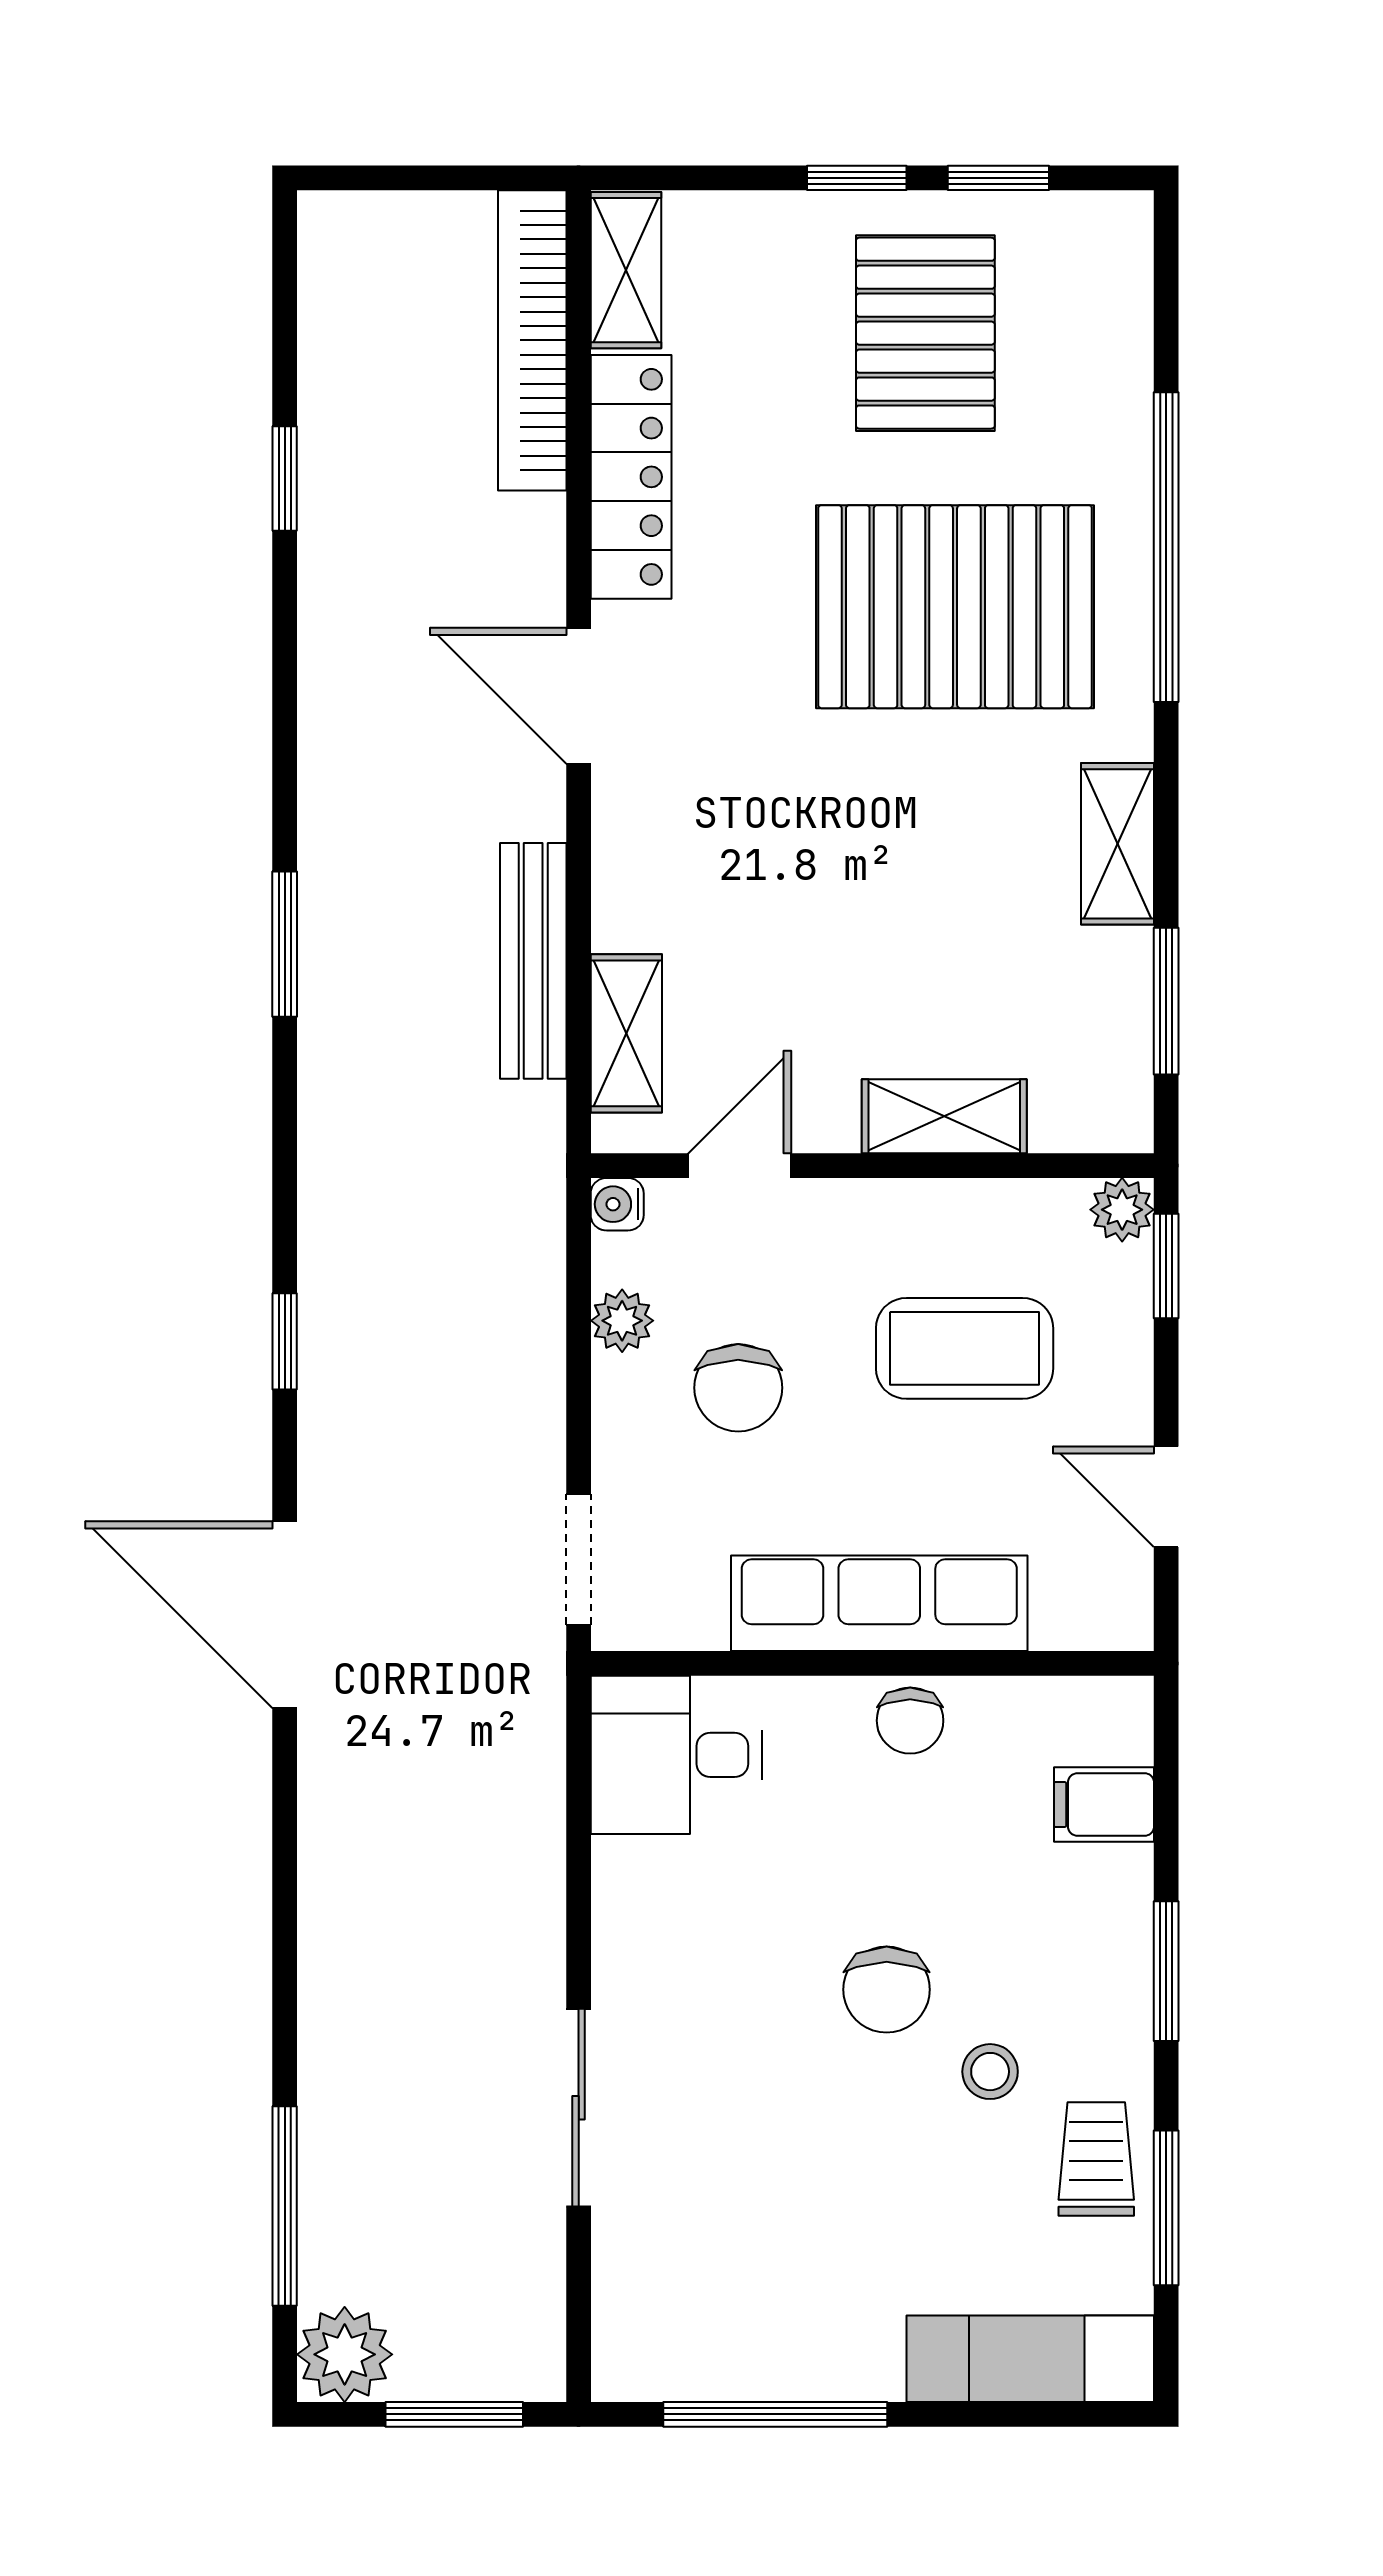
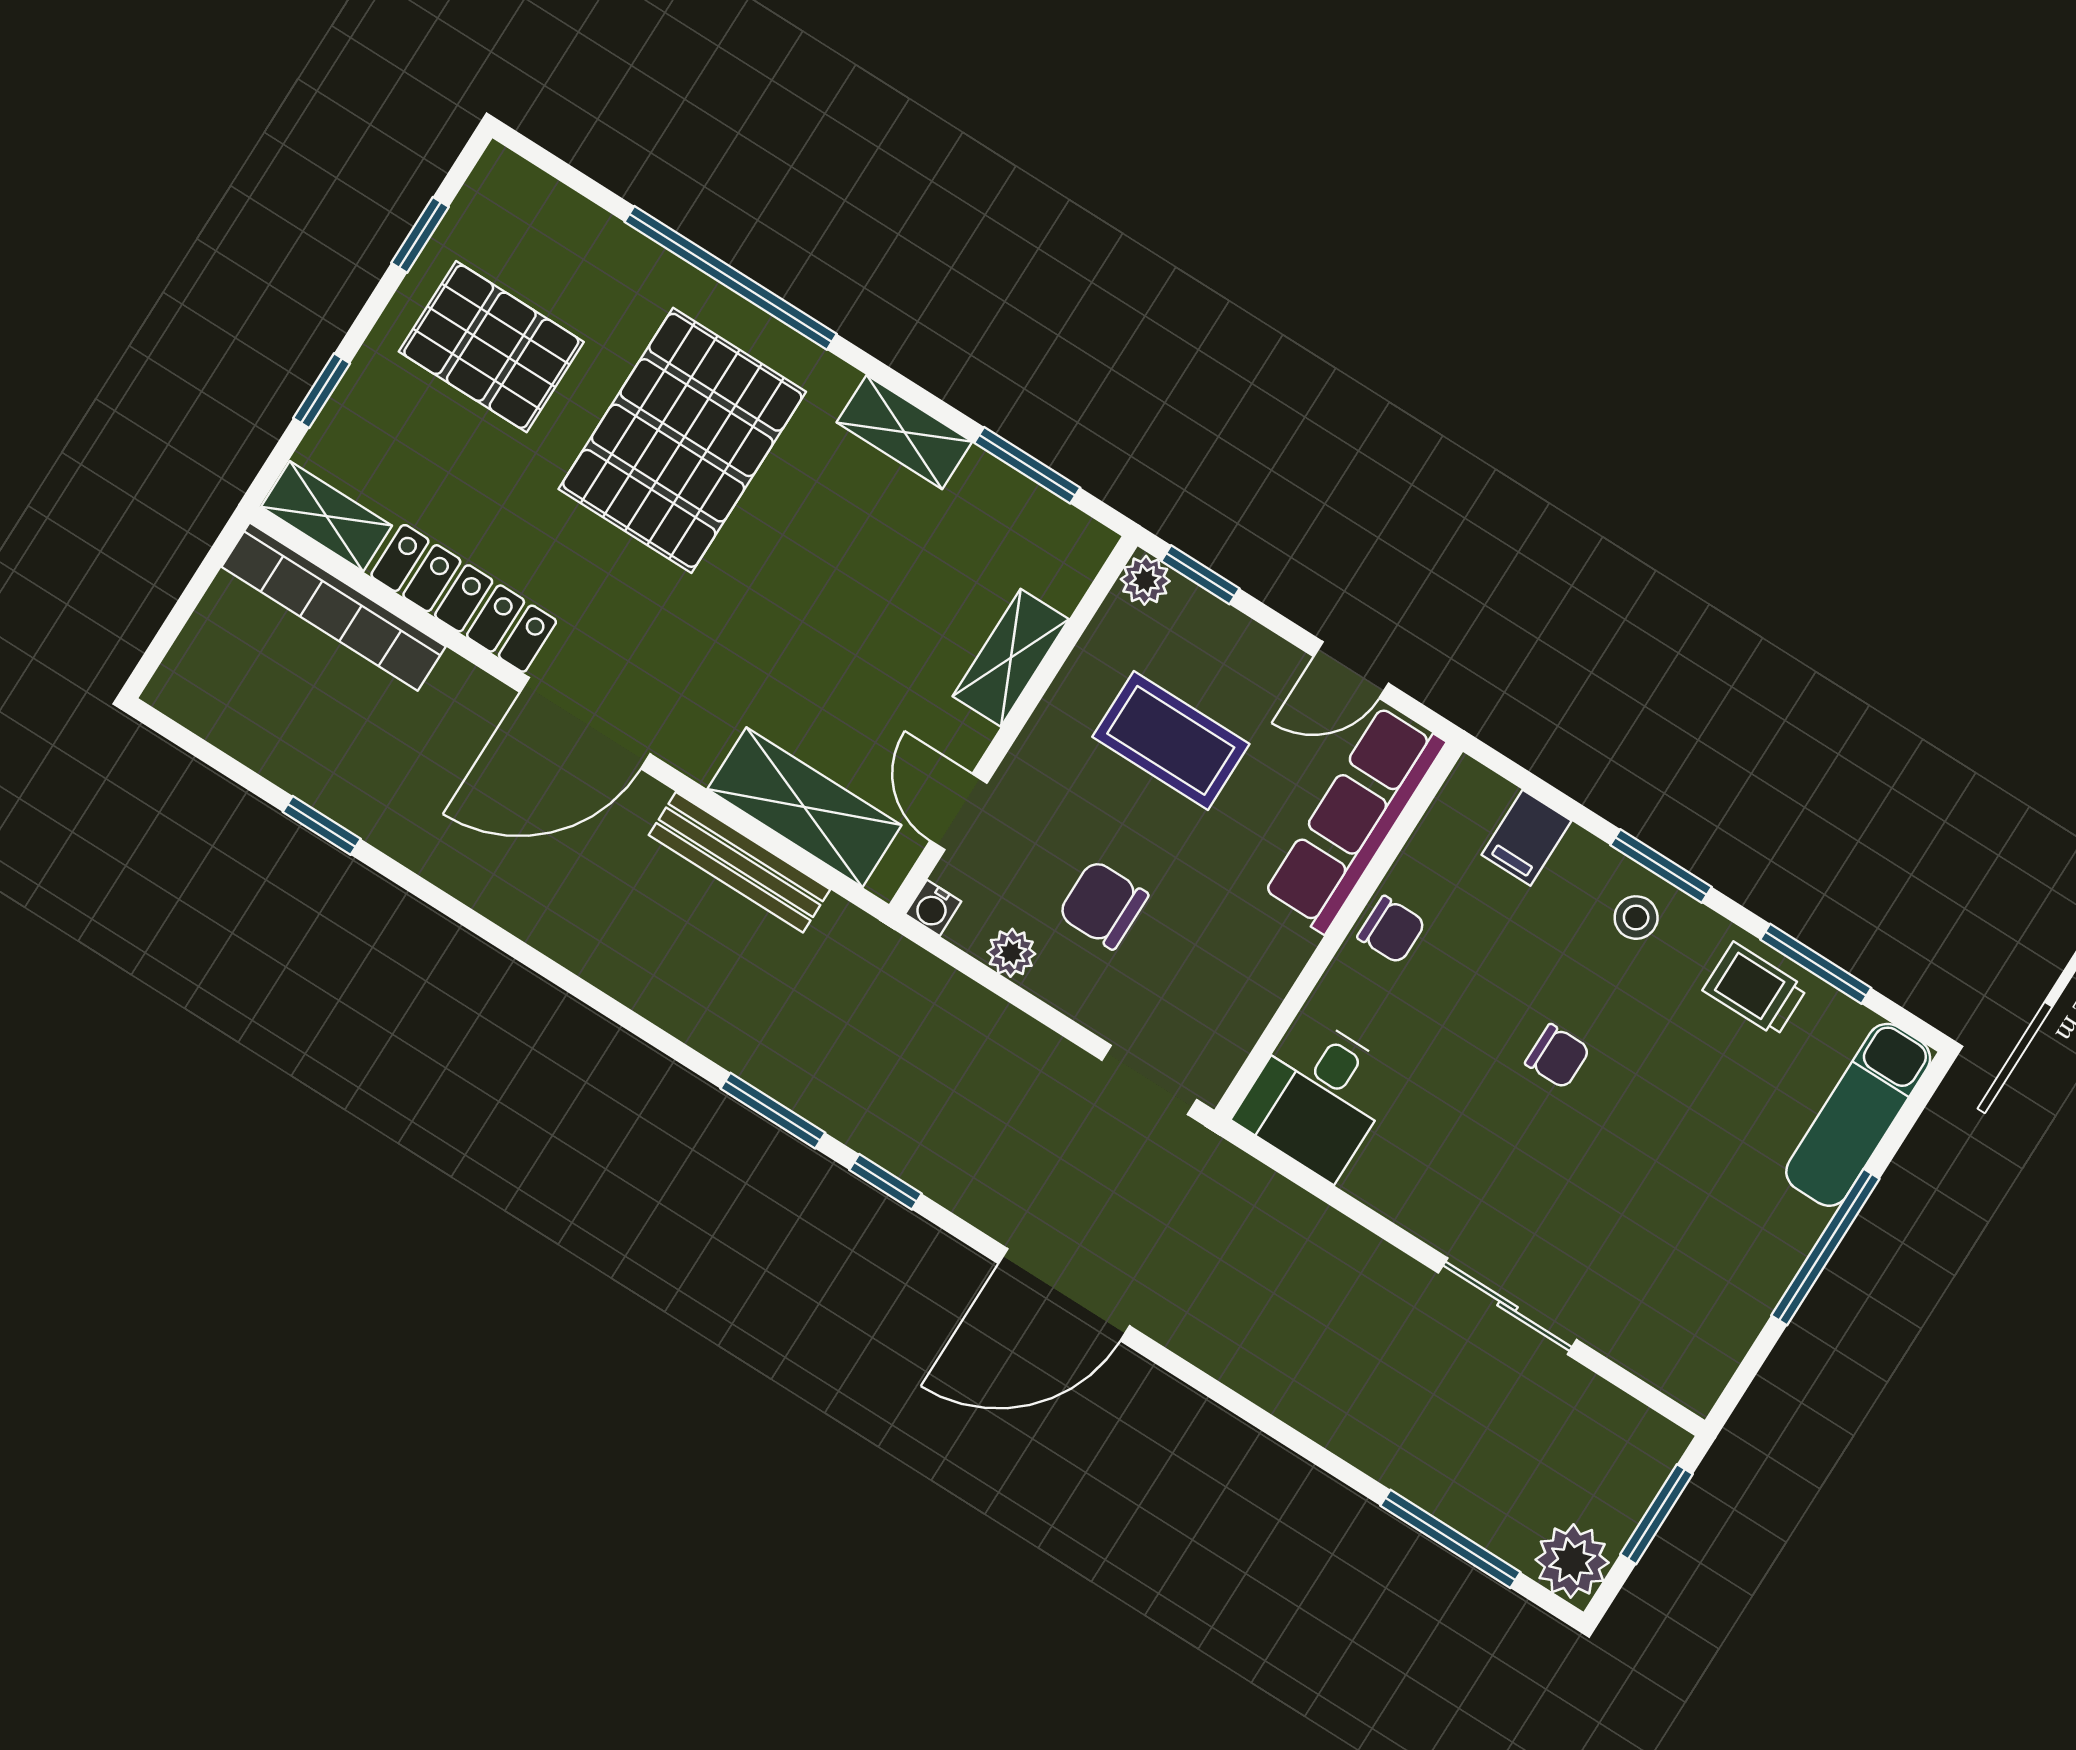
window: (857, 178) -> (322, 391), moved
door: (579, 696) -> (585, 723), width x1.36
window: (285, 944) -> (773, 1111), moved
shelving: (626, 1033) -> (804, 807), width x1.50, depth x1.33
coffee table: (965, 1348) -> (1171, 740), turned 90
chair: (738, 1388) -> (1103, 905), turned 180
row of seats: (879, 1603) -> (1354, 819), moved
chair: (887, 1990) -> (1558, 1056), width x0.73, depth x0.73
stool: (990, 2072) -> (1636, 918), moved
window: (775, 2414) -> (1825, 1247), moved

